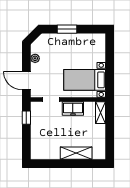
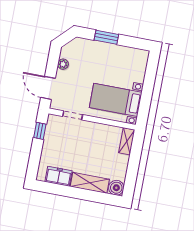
freezer: (73, 109) -> (59, 176), moved, turned 180
boiler: (99, 153) -> (116, 188), added

